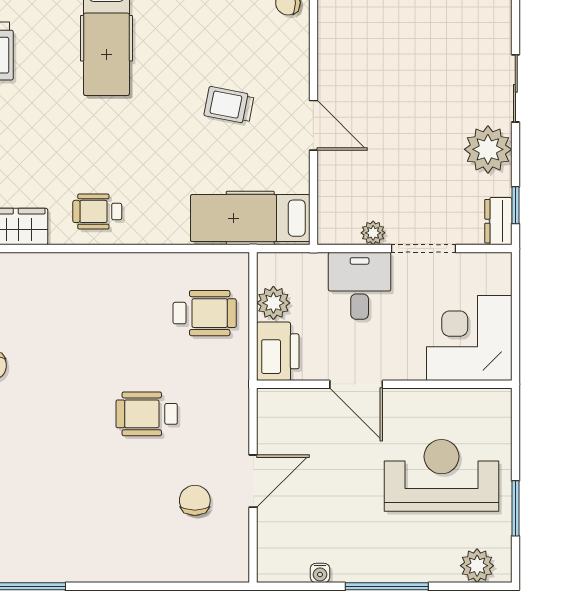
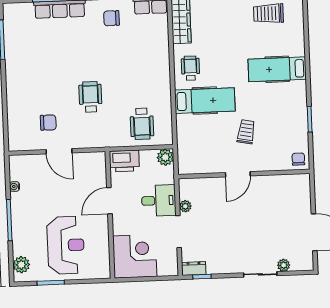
plant: (488, 149) -> (284, 265), moved, width x0.53, depth x0.53
hospital bed: (250, 218) -> (205, 101), moved, turned 90
plant: (273, 303) -> (165, 157), moved

